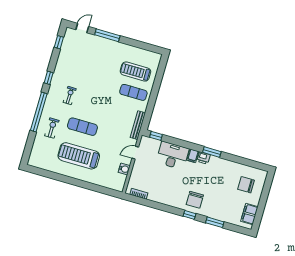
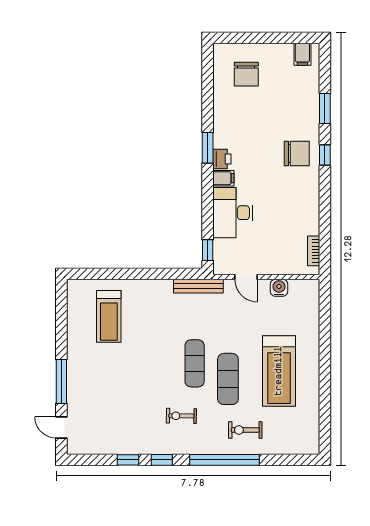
window: (59, 42) -> (128, 460), moved
exercise mat: (133, 92) -> (195, 363), moved
filing cabinet: (249, 214) -> (302, 54), width x0.50

